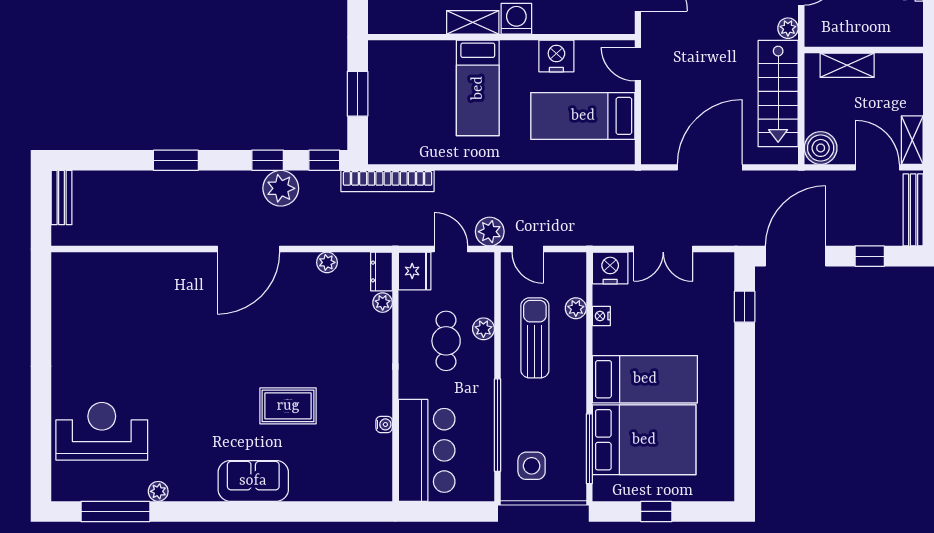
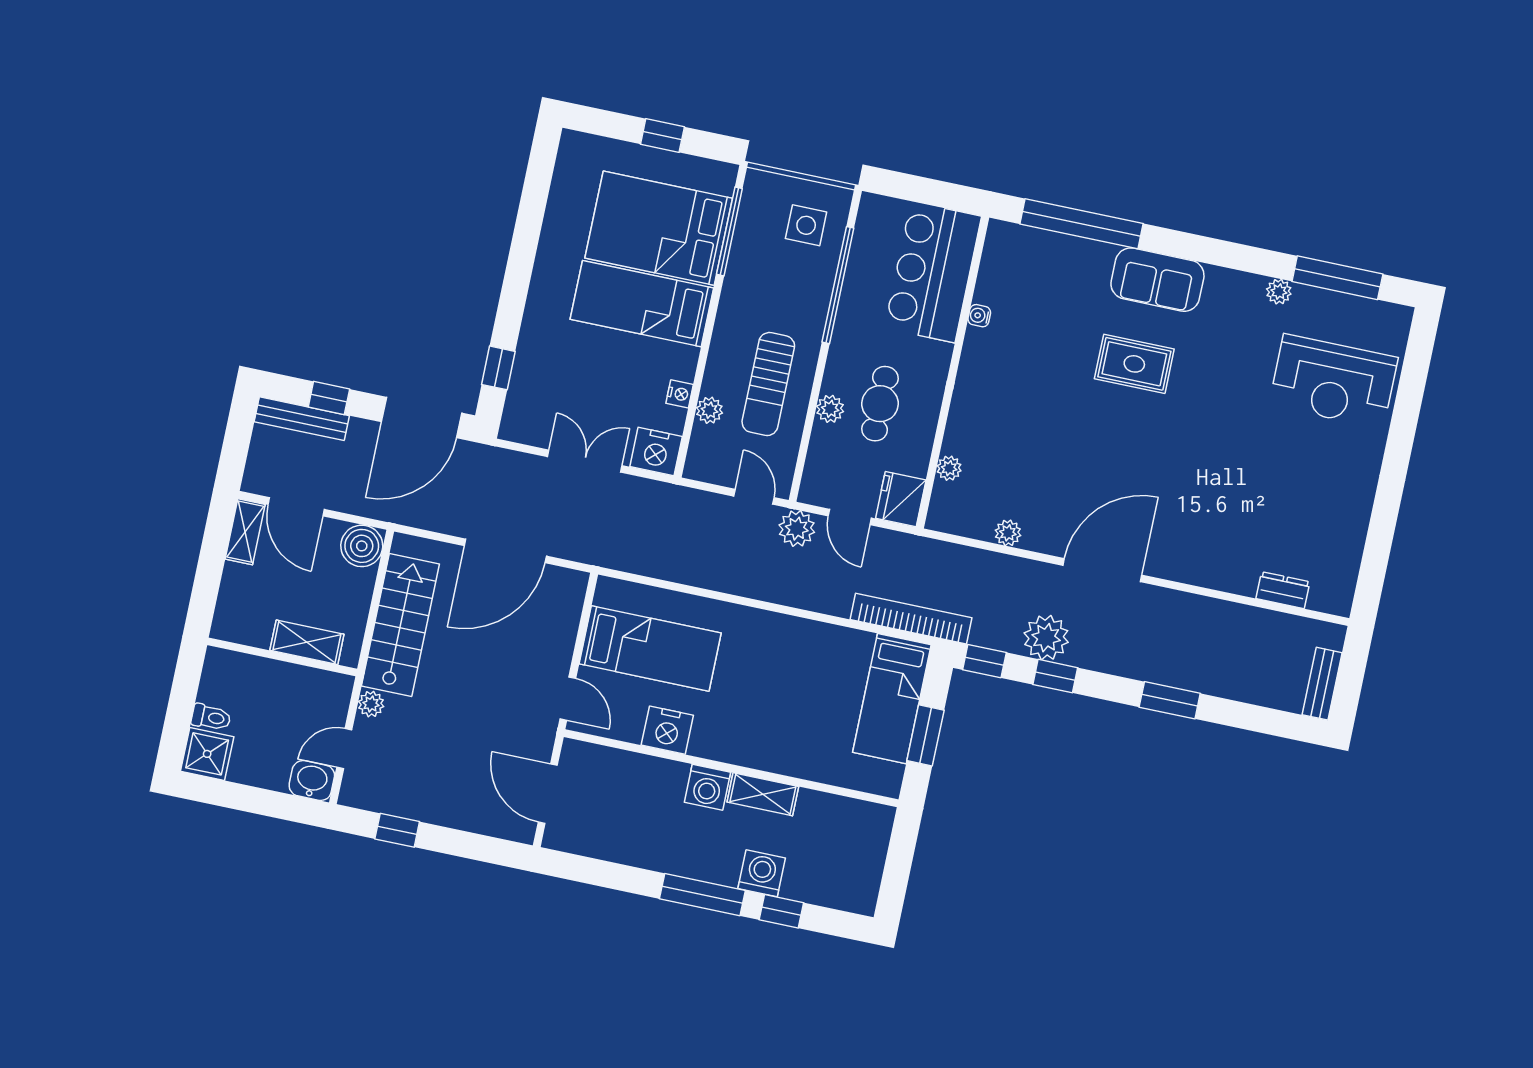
bed: (478, 88) -> (892, 699), moved, turned 180
bench: (913, 210) -> (302, 419), moved, turned 90
dresser: (381, 271) -> (1283, 590), moved, turned -90
rug: (288, 406) -> (1134, 364), moved
window: (321, 511) -> (1082, 224), added

